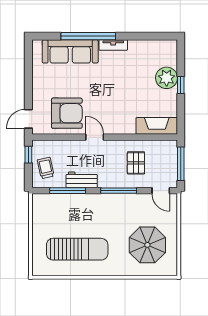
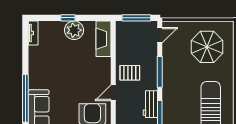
tv unit: (113, 45) -> (33, 33), moved
plant: (167, 78) -> (74, 30), moved
pallet: (136, 163) -> (130, 73), moved

